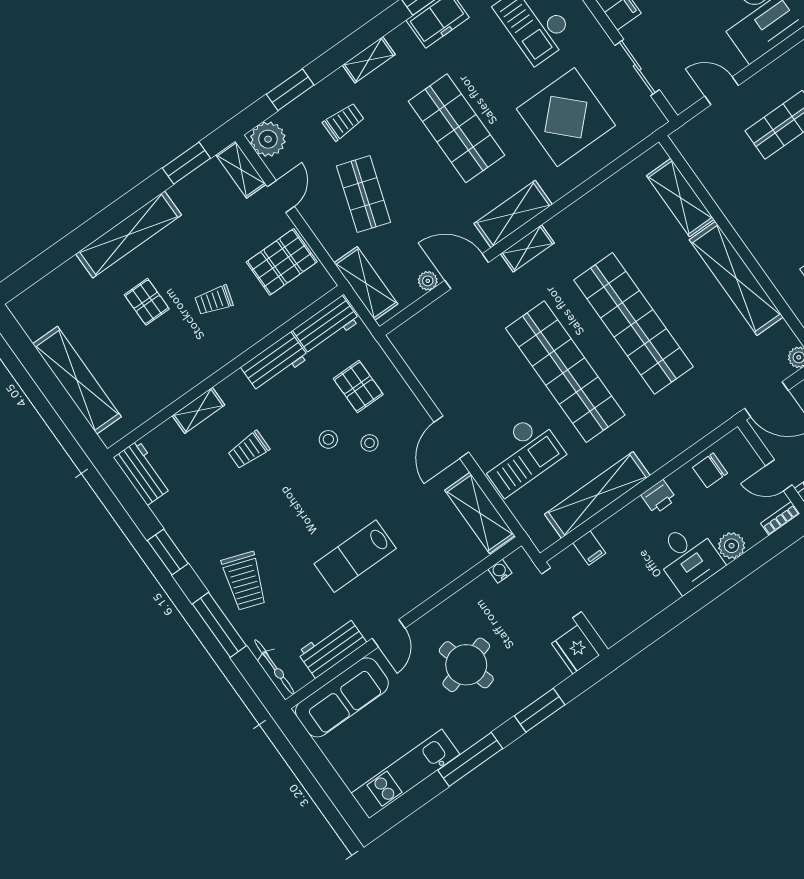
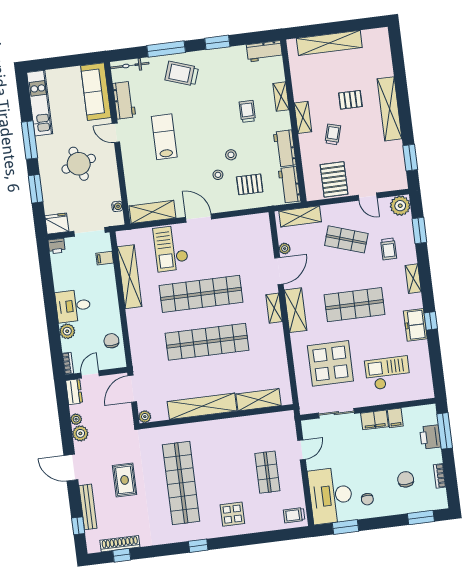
shelving: (241, 170) -> (303, 117), moved, turned 90
printer: (659, 497) -> (57, 246), moved, turned -90

